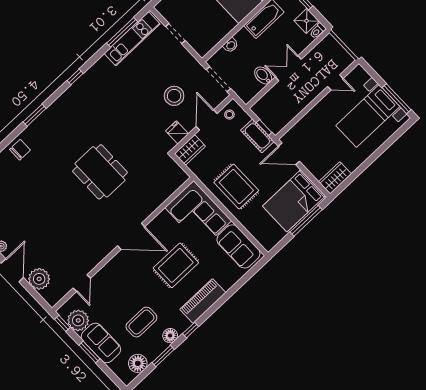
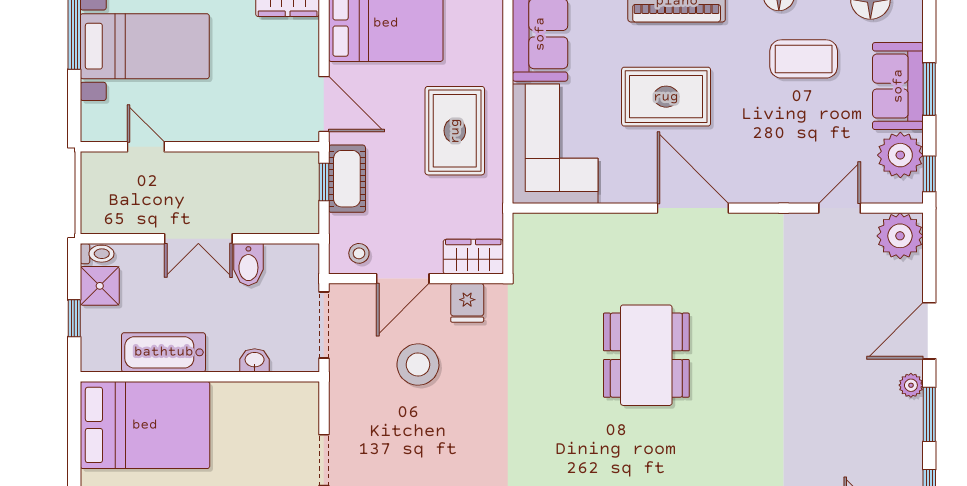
plant: (39, 279) -> (900, 236), moved

